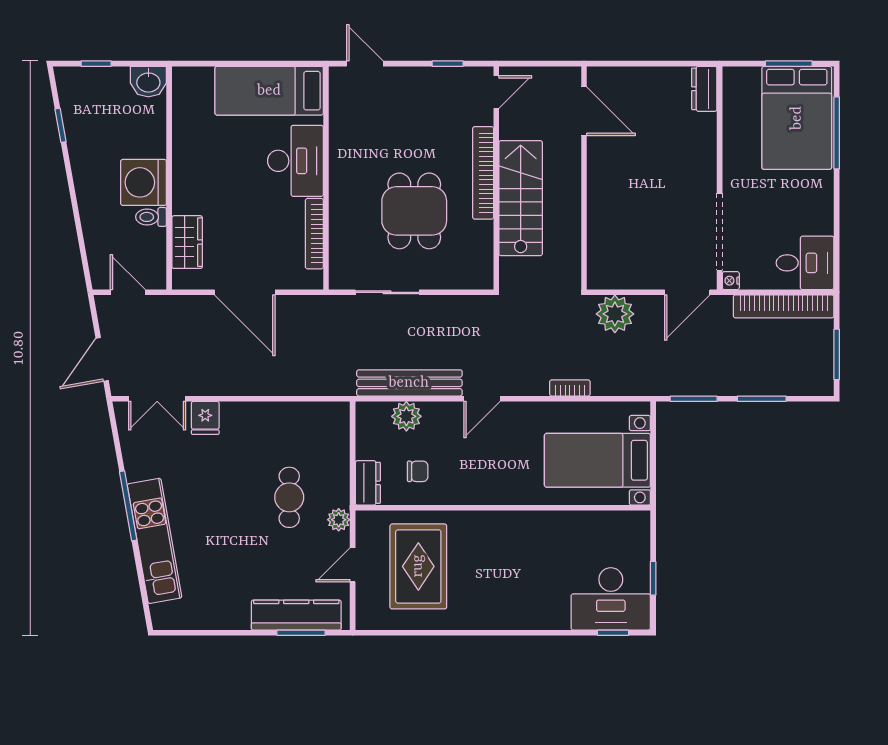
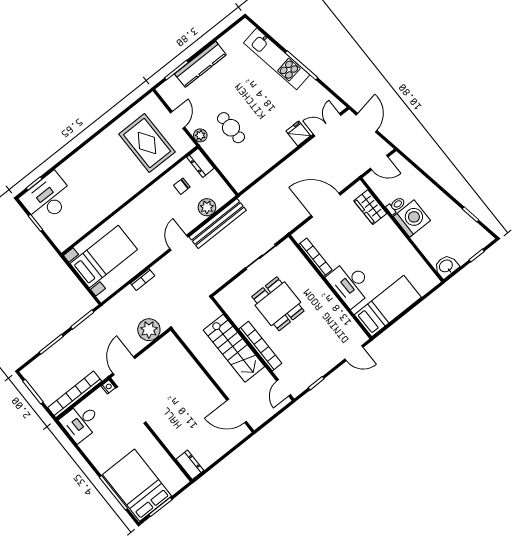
kitchen counter: (296, 615) -> (200, 64), moved

